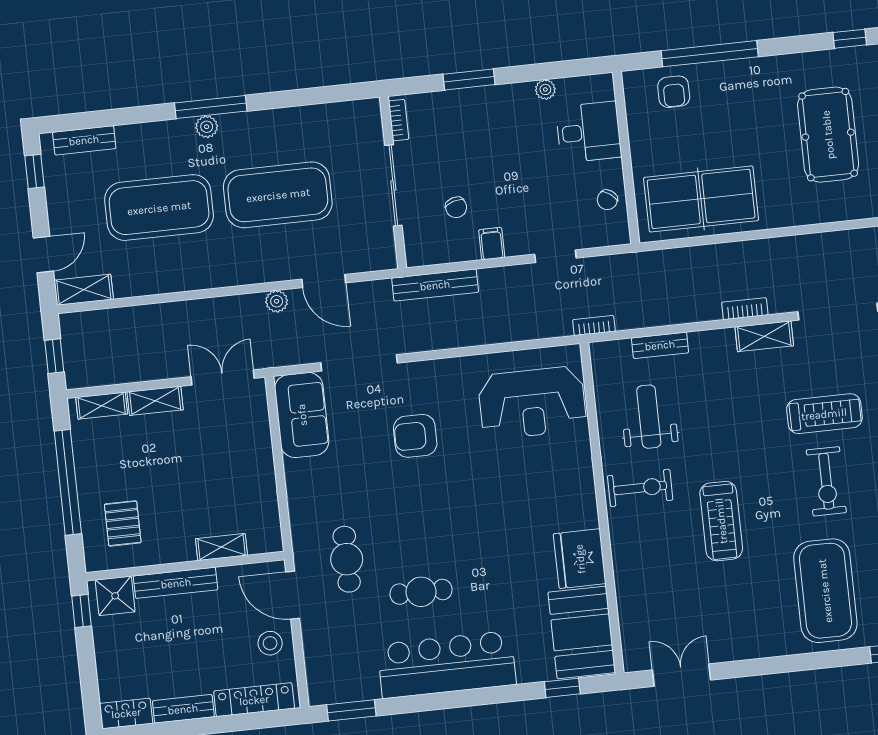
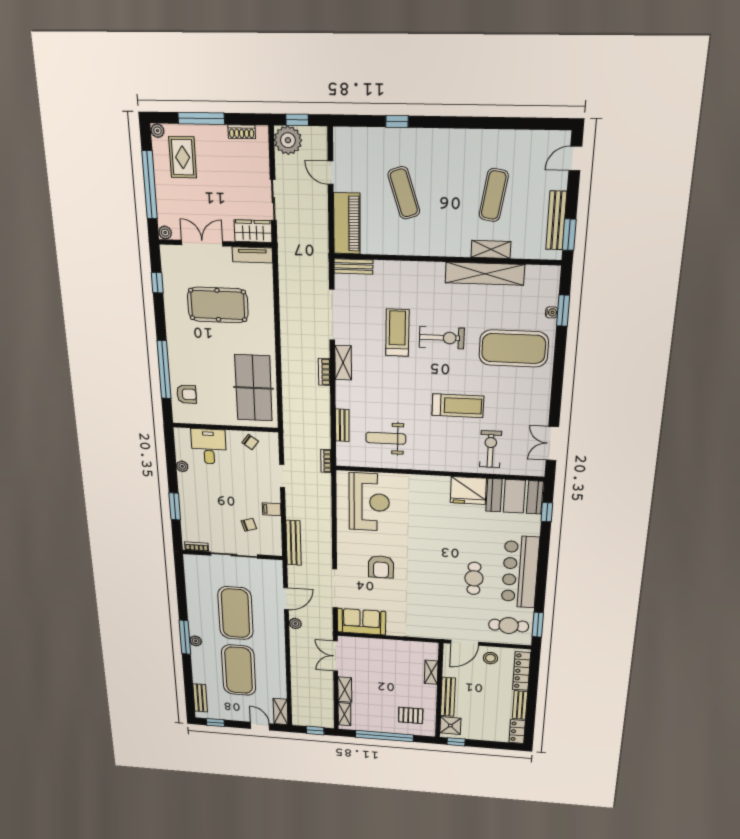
exercise bike: (640, 488) -> (490, 449), moved
cafe table: (347, 559) -> (509, 626), moved

